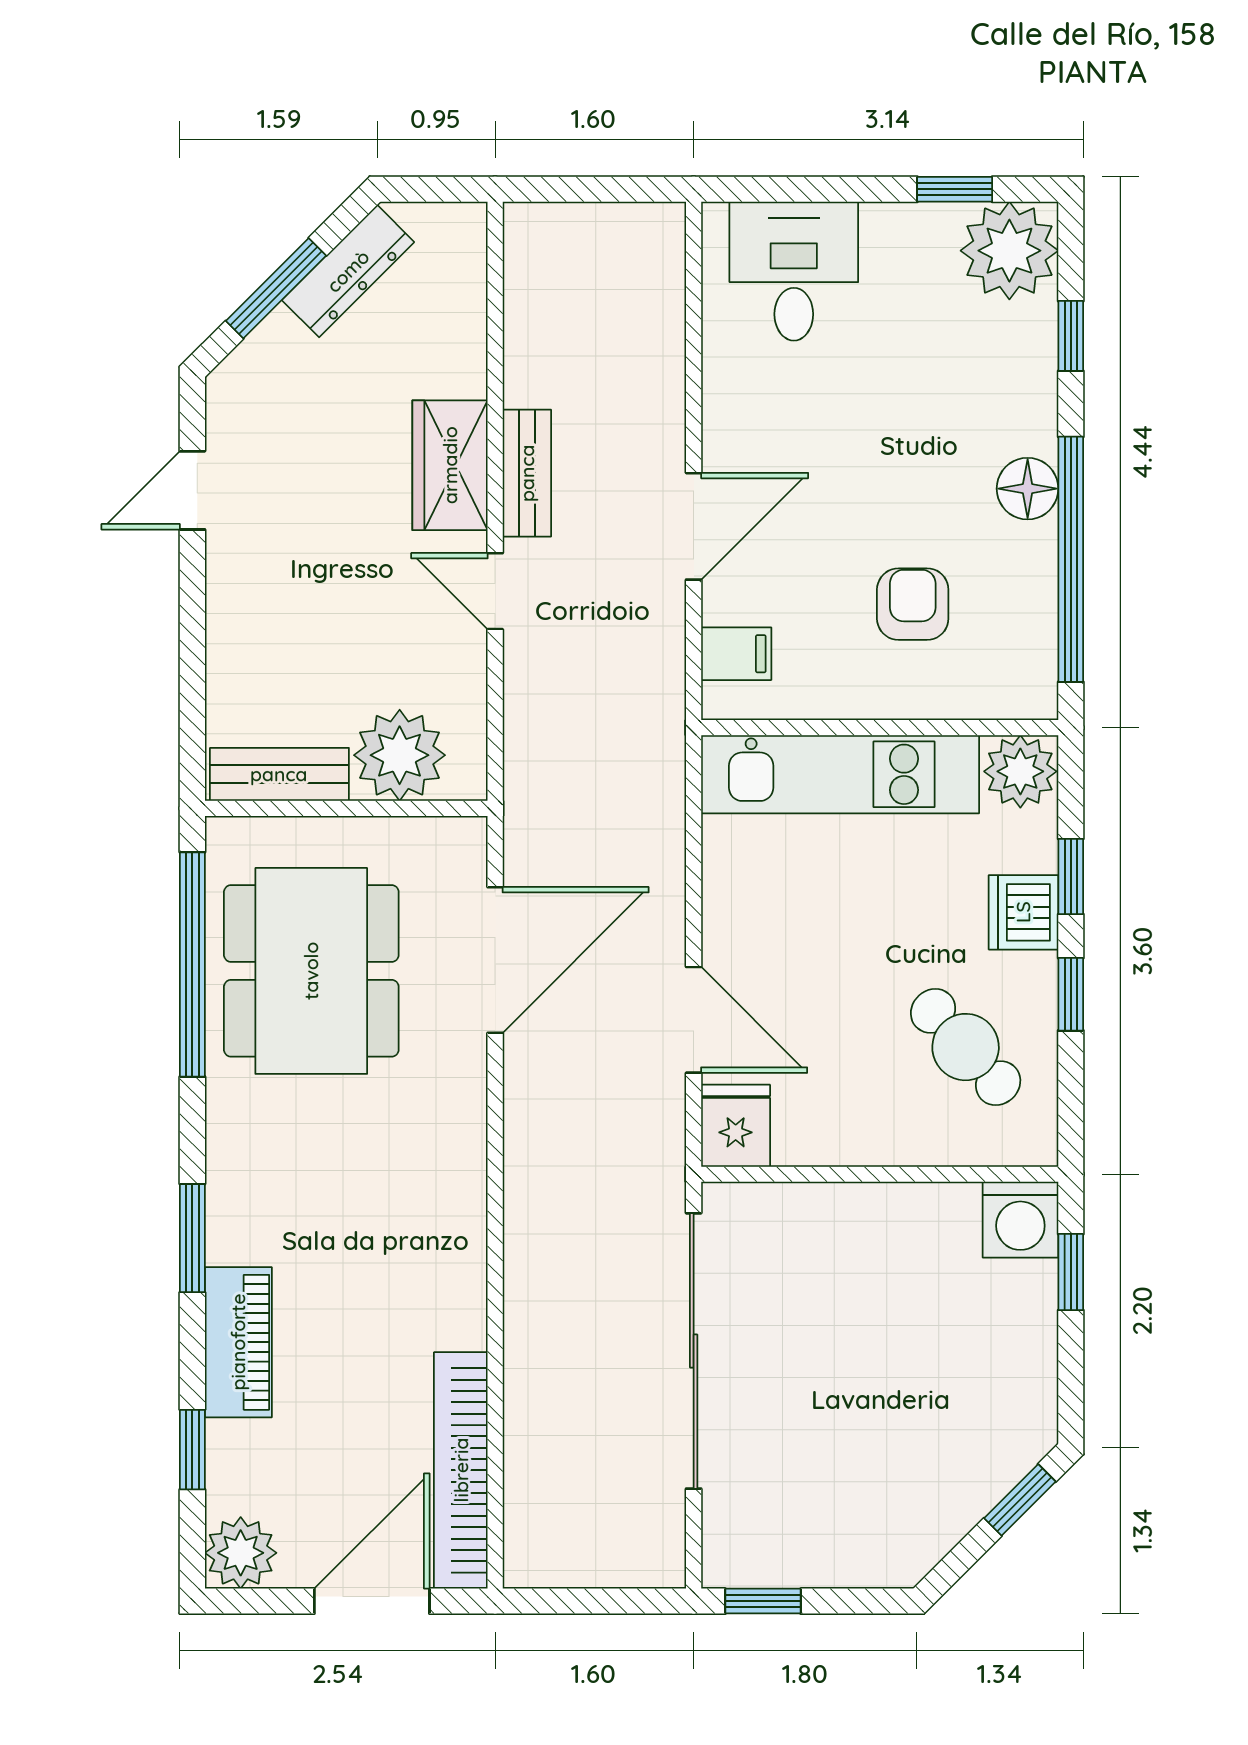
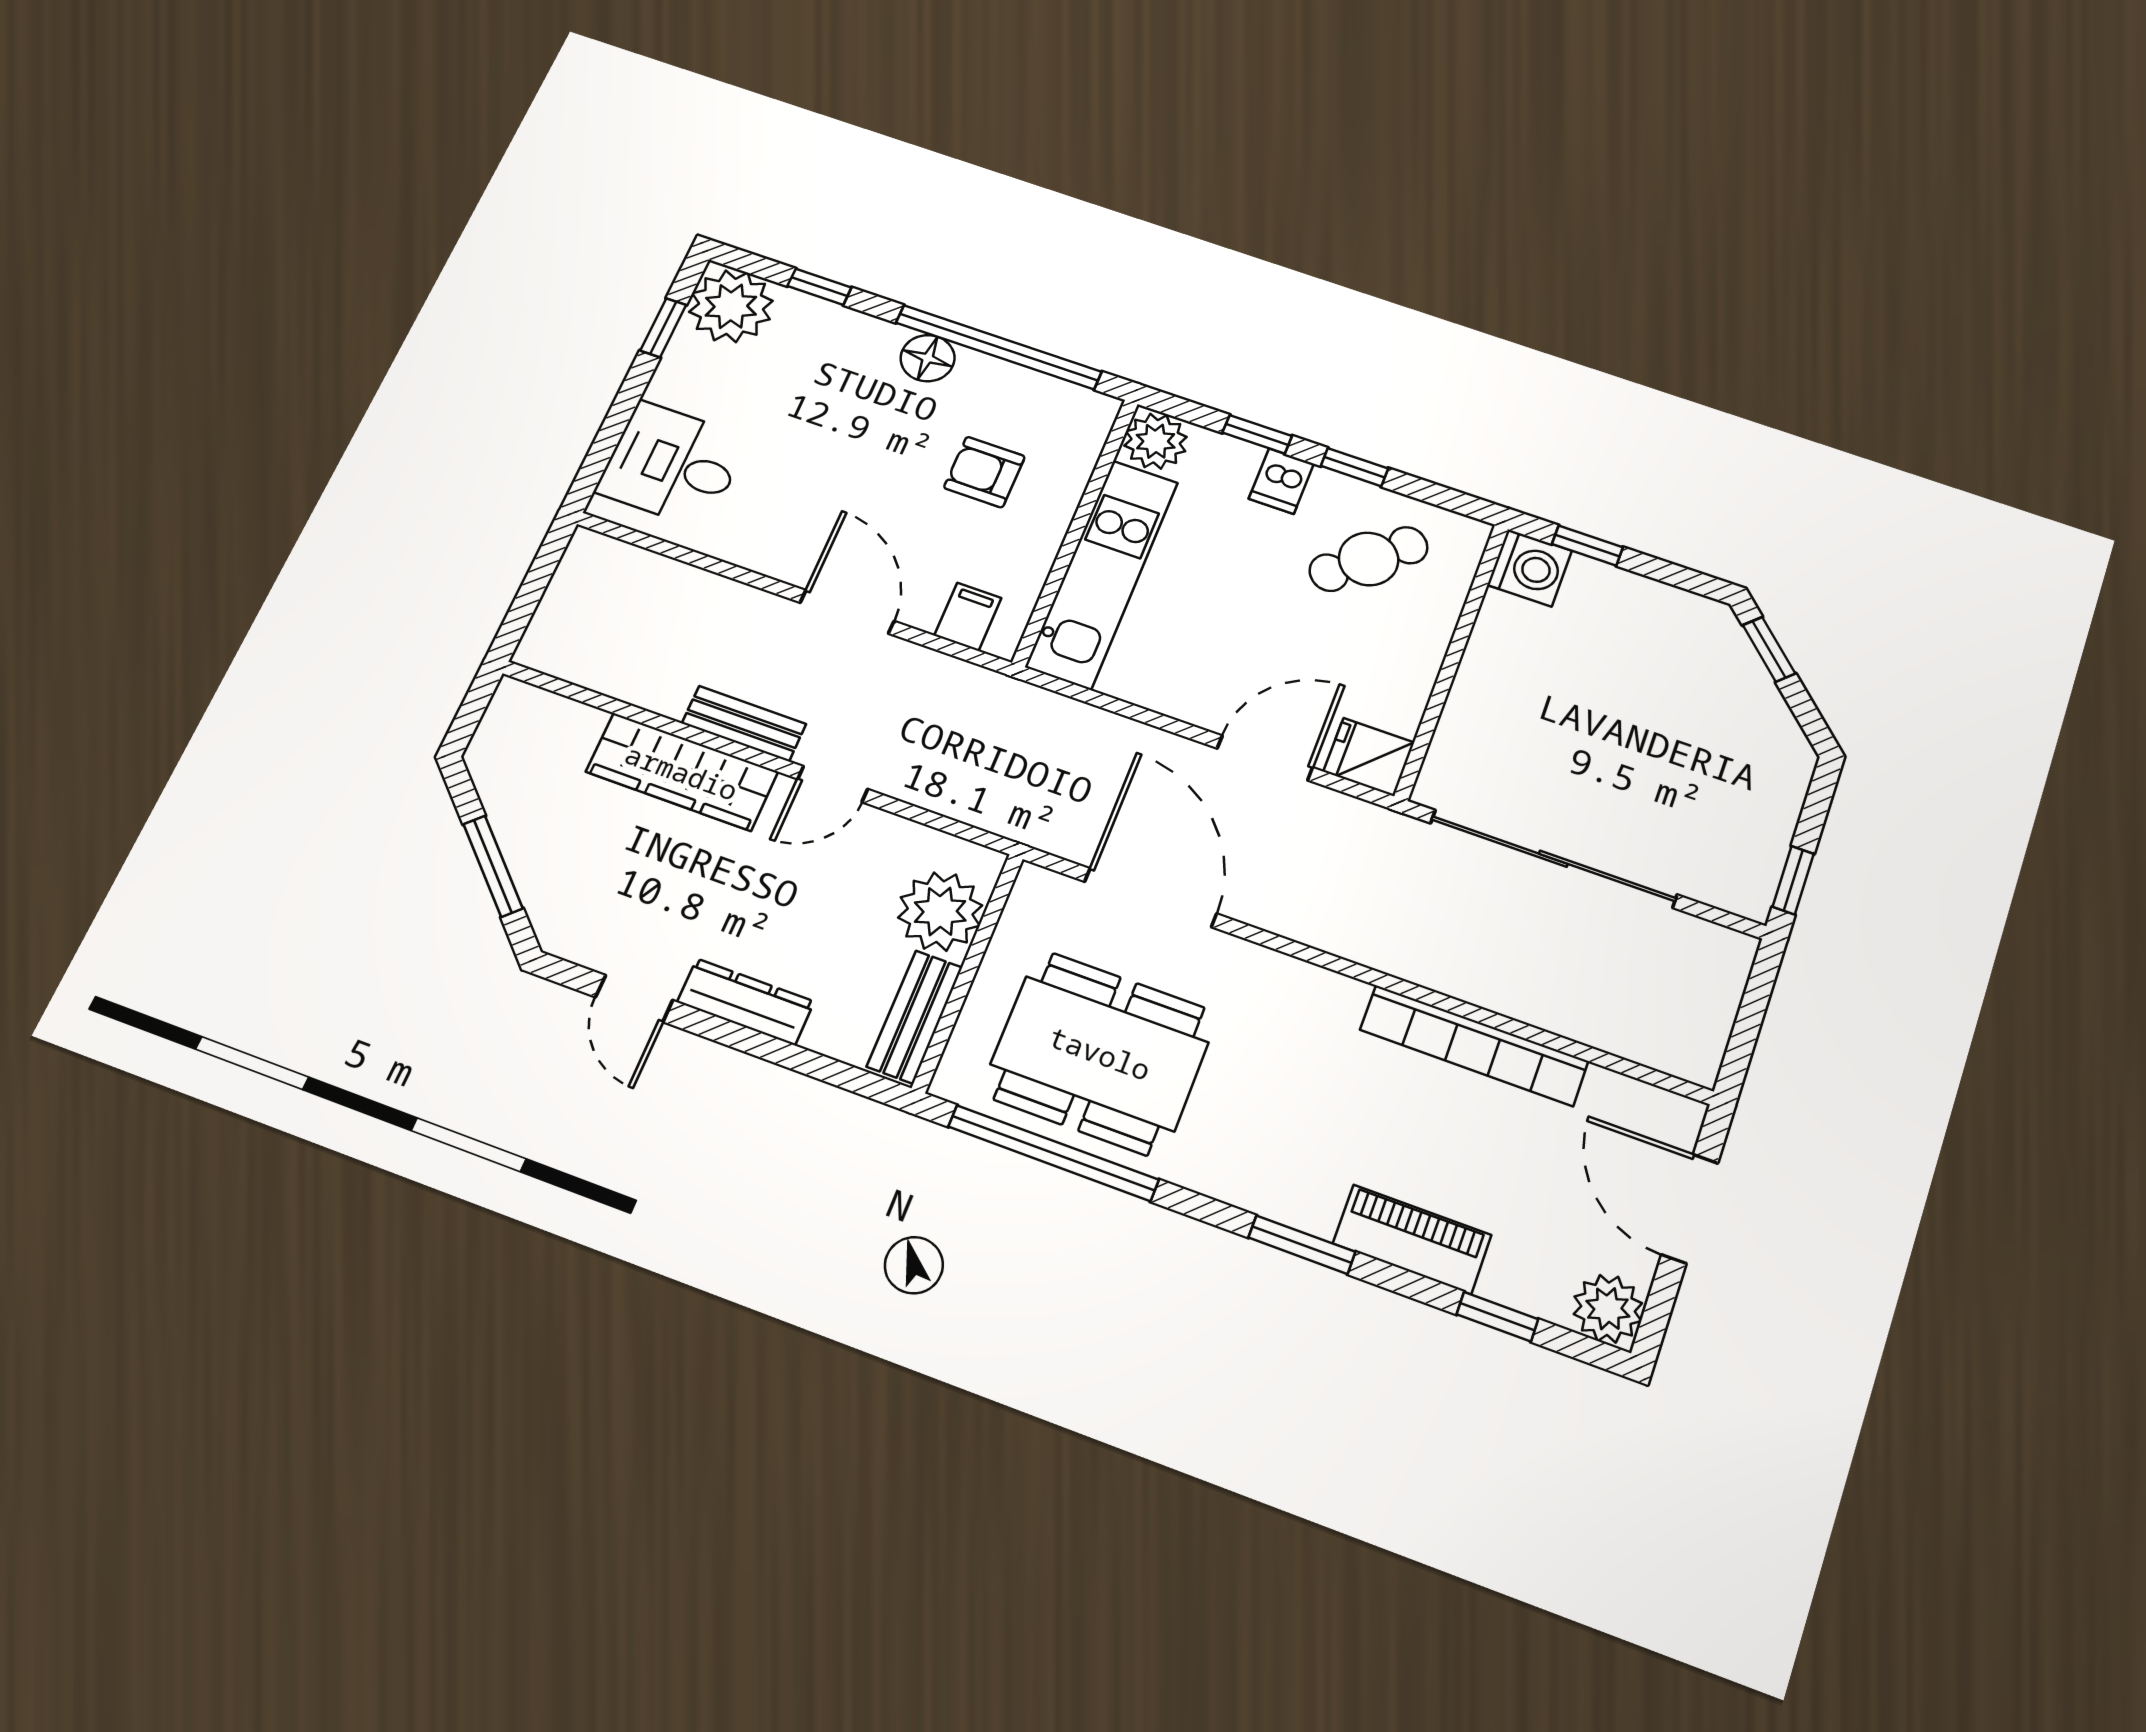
dresser: (348, 271) -> (746, 1002), moved, turned -45
wardrobe: (450, 465) -> (682, 772), width x1.50
dishwasher: (1023, 912) -> (1281, 481), width x0.73
bookcase: (461, 1470) -> (1474, 1045), moved

